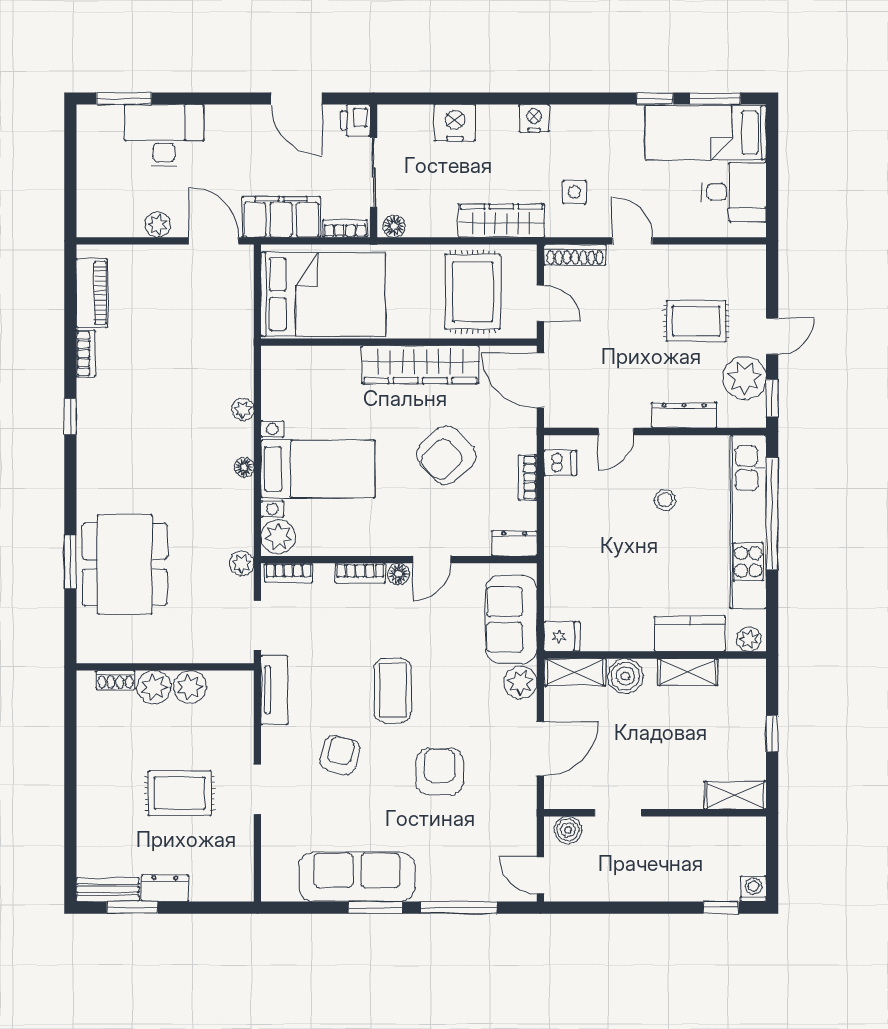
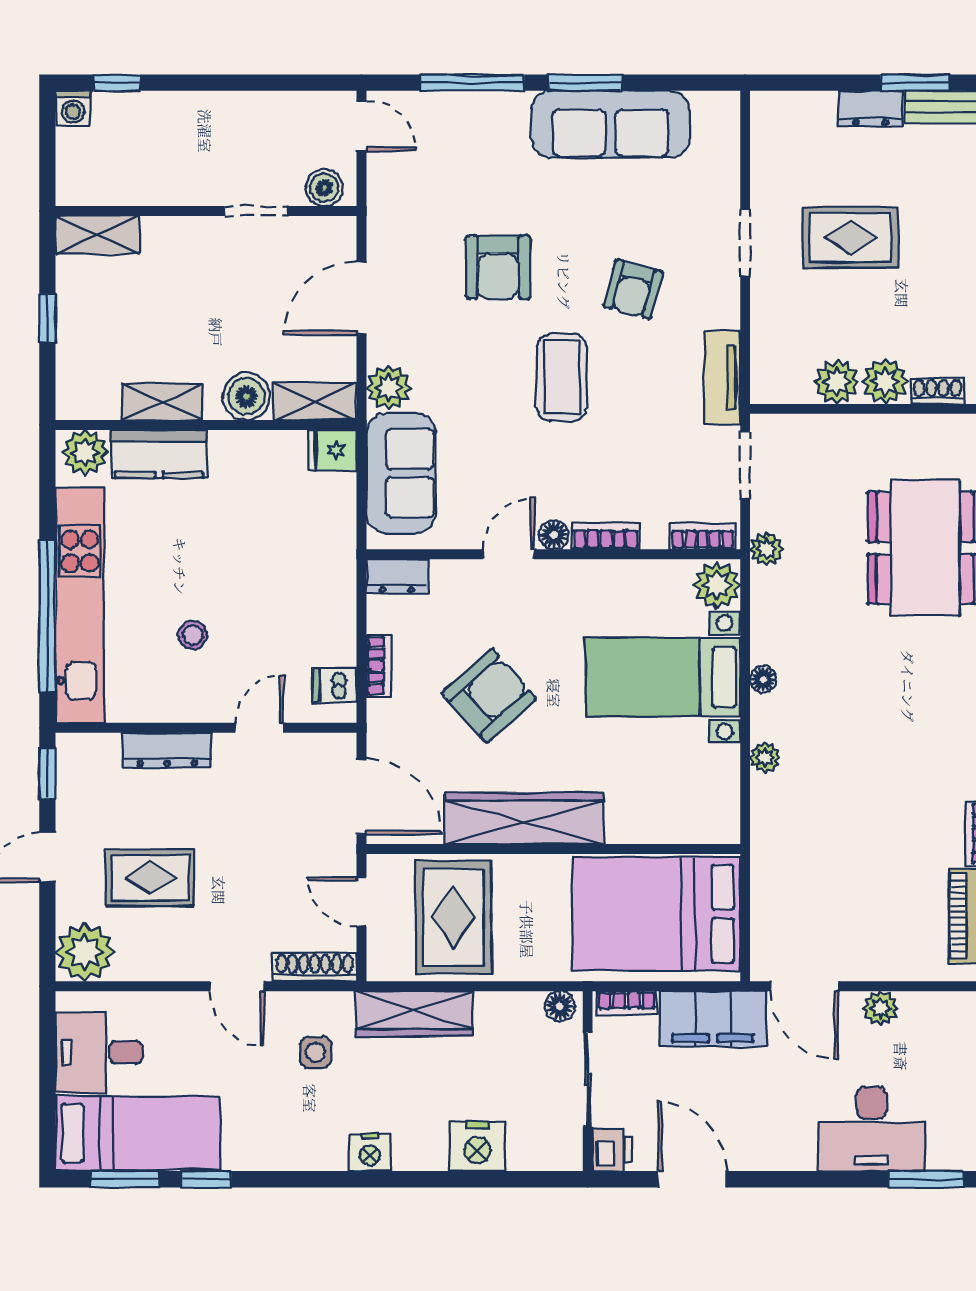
plant: (745, 378) -> (85, 952), moved
plant: (749, 639) -> (85, 452), width x1.38, depth x1.38

